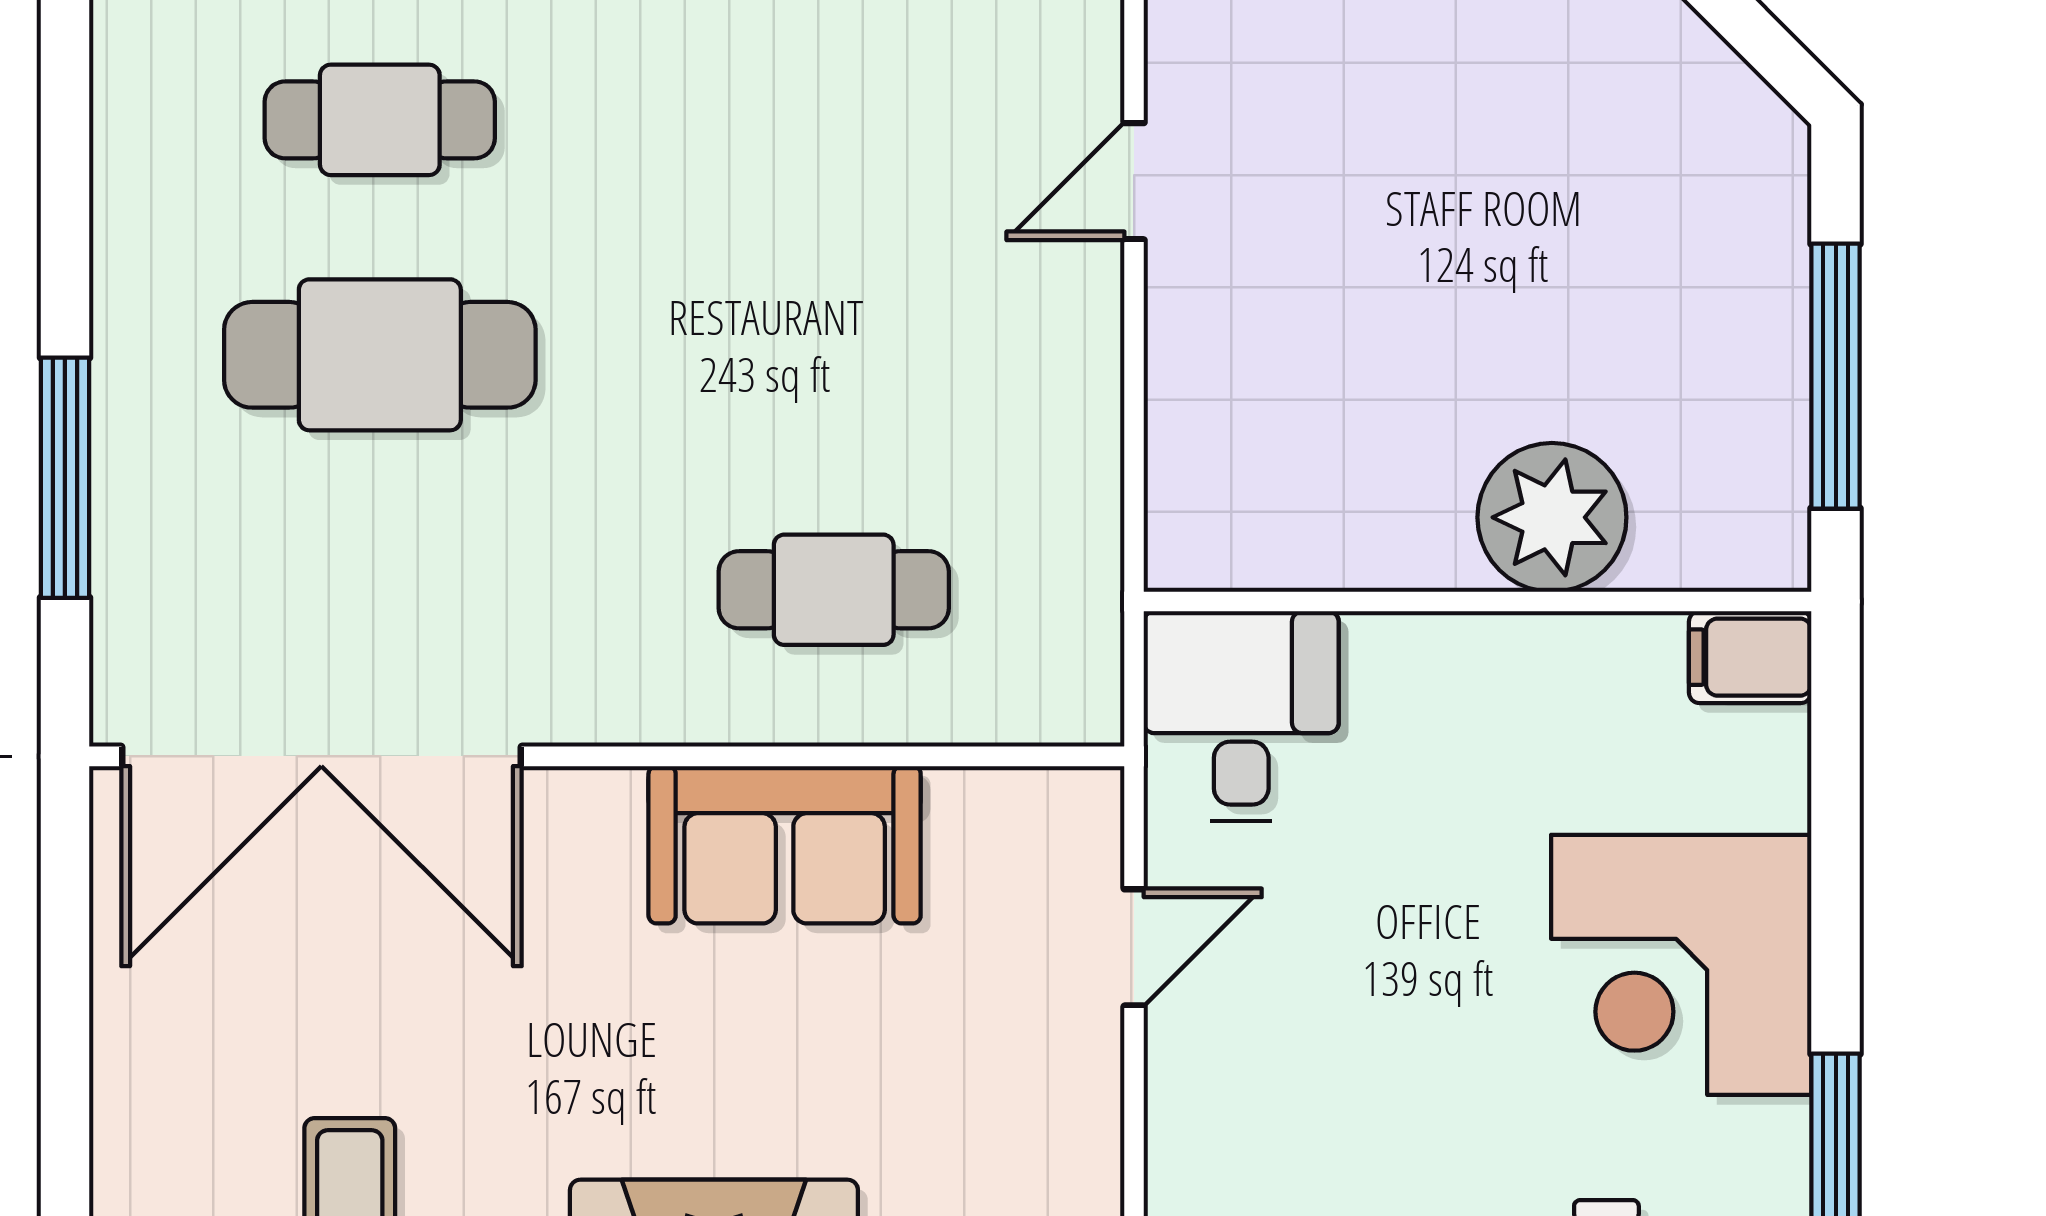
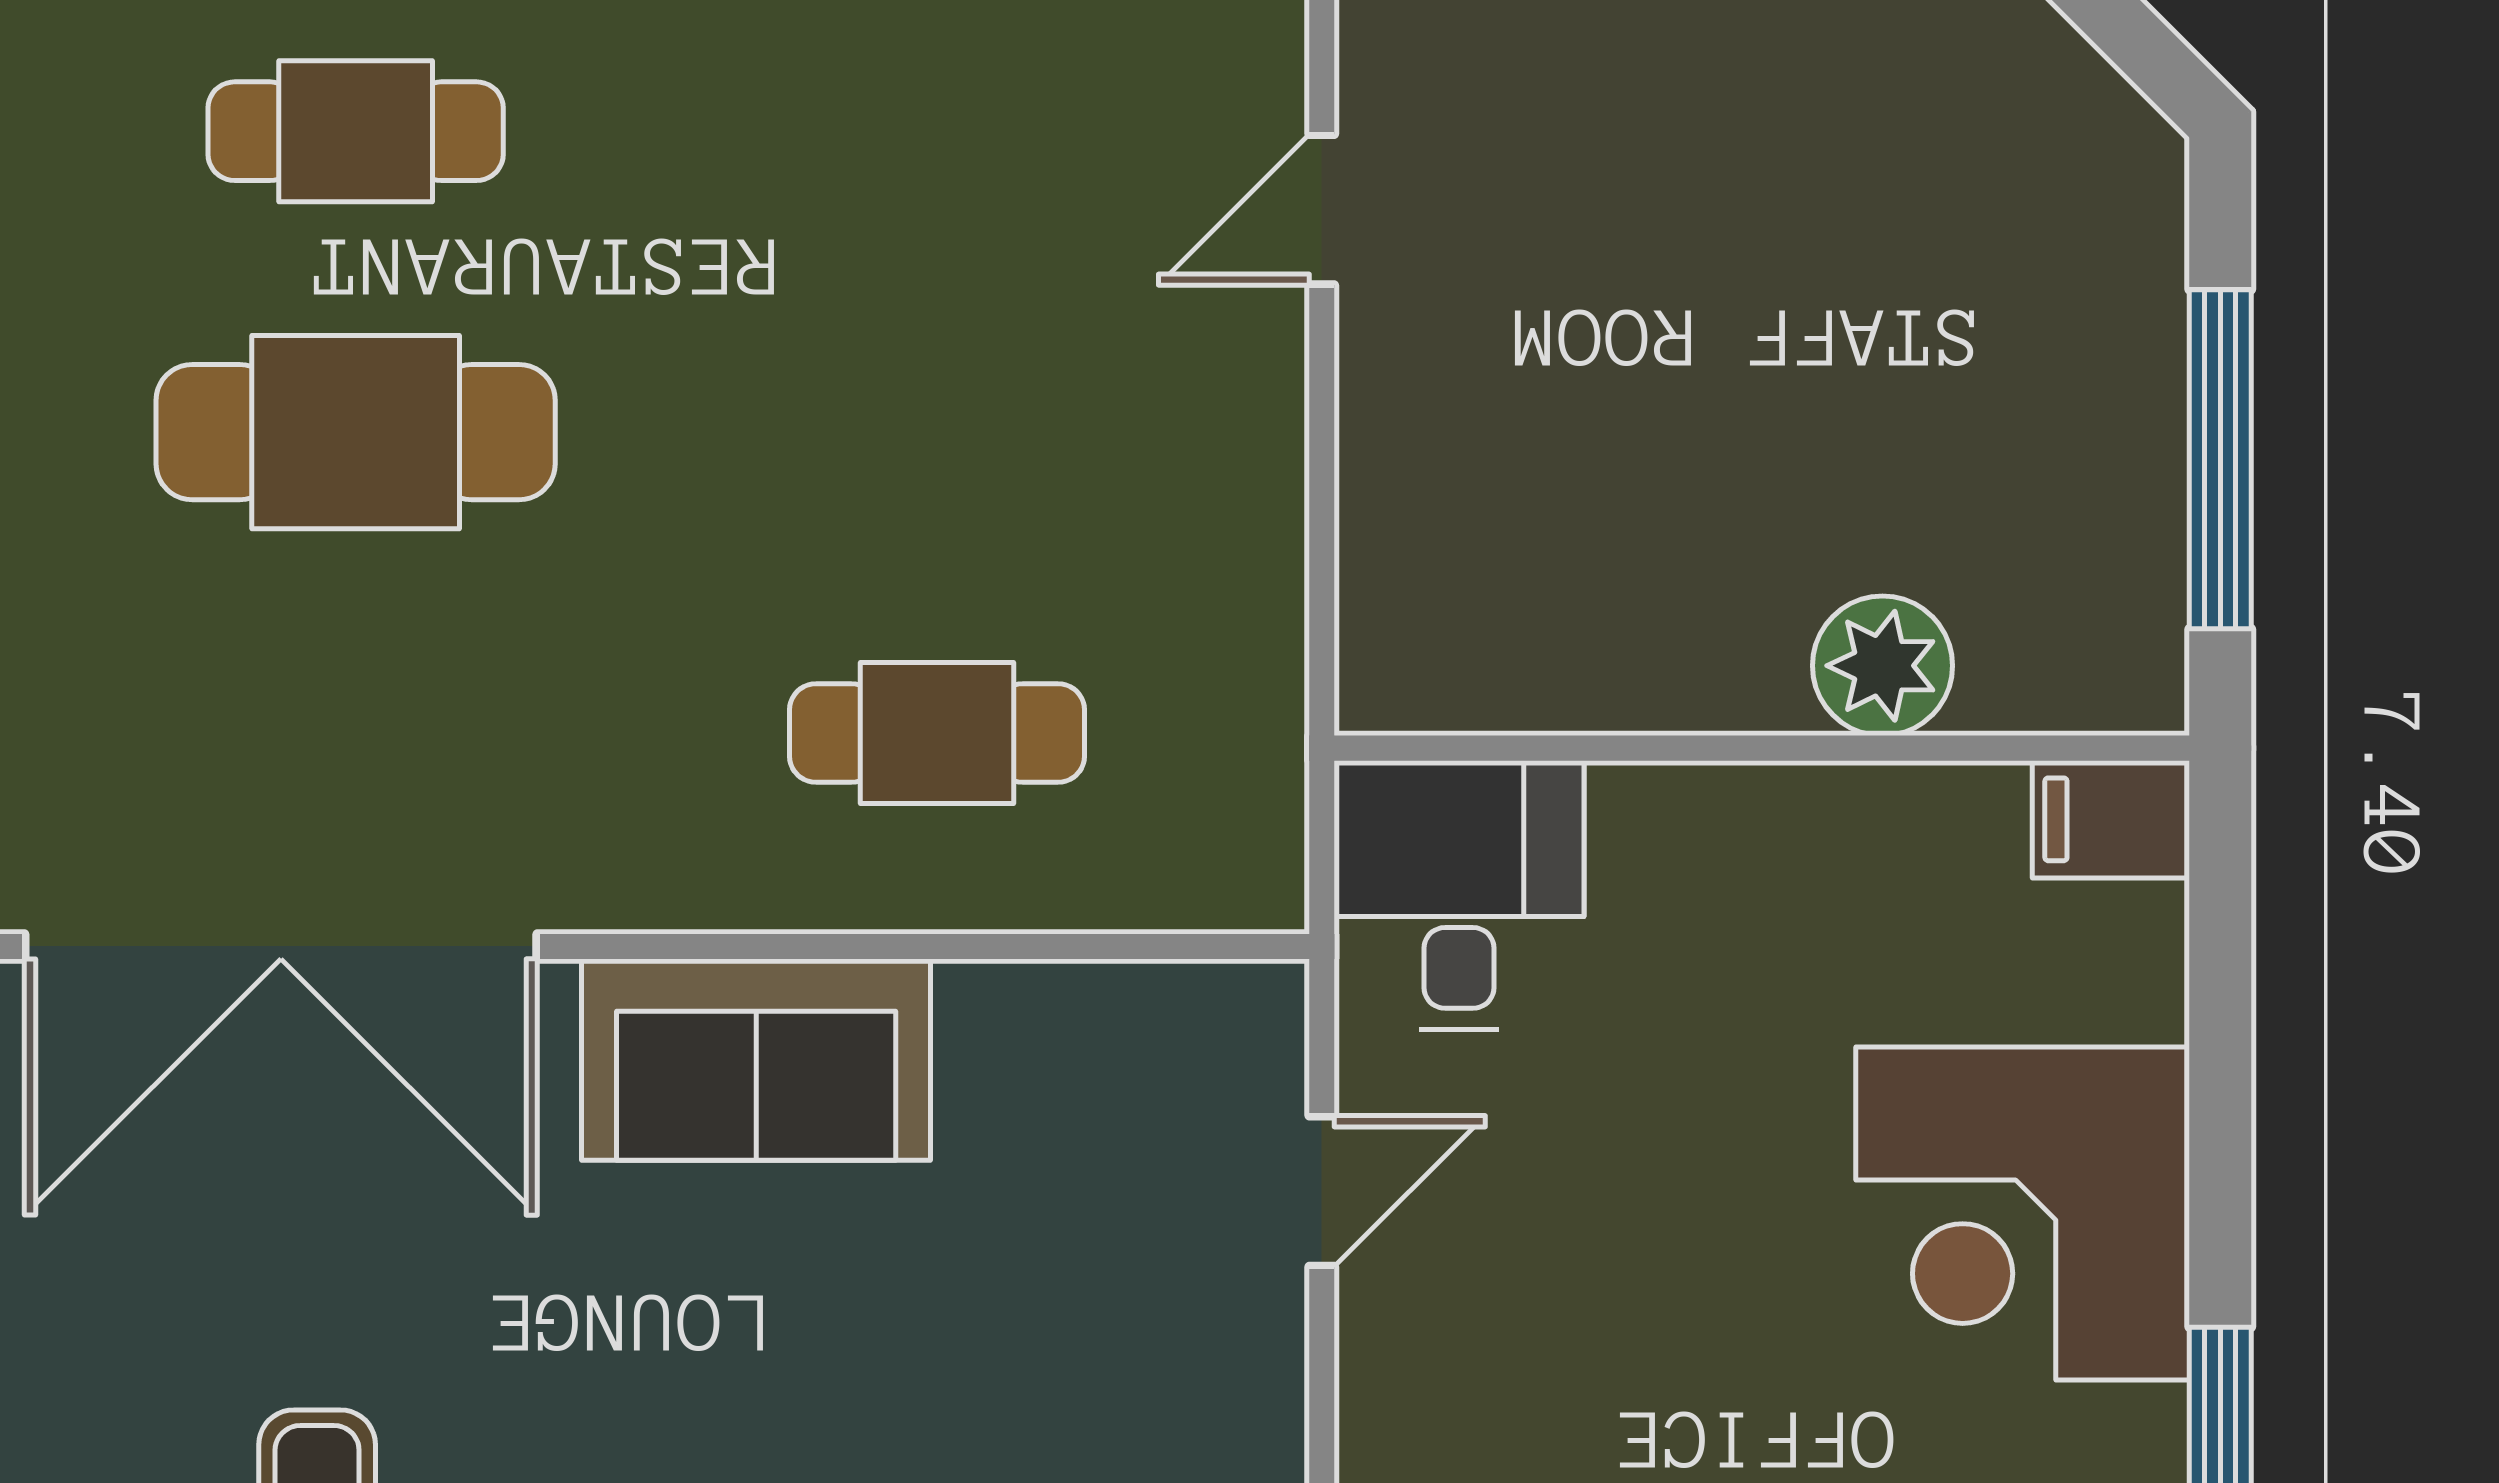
plant: (1552, 517) -> (1883, 666), width x0.73, depth x0.73
sofa: (785, 845) -> (756, 1060), moved

